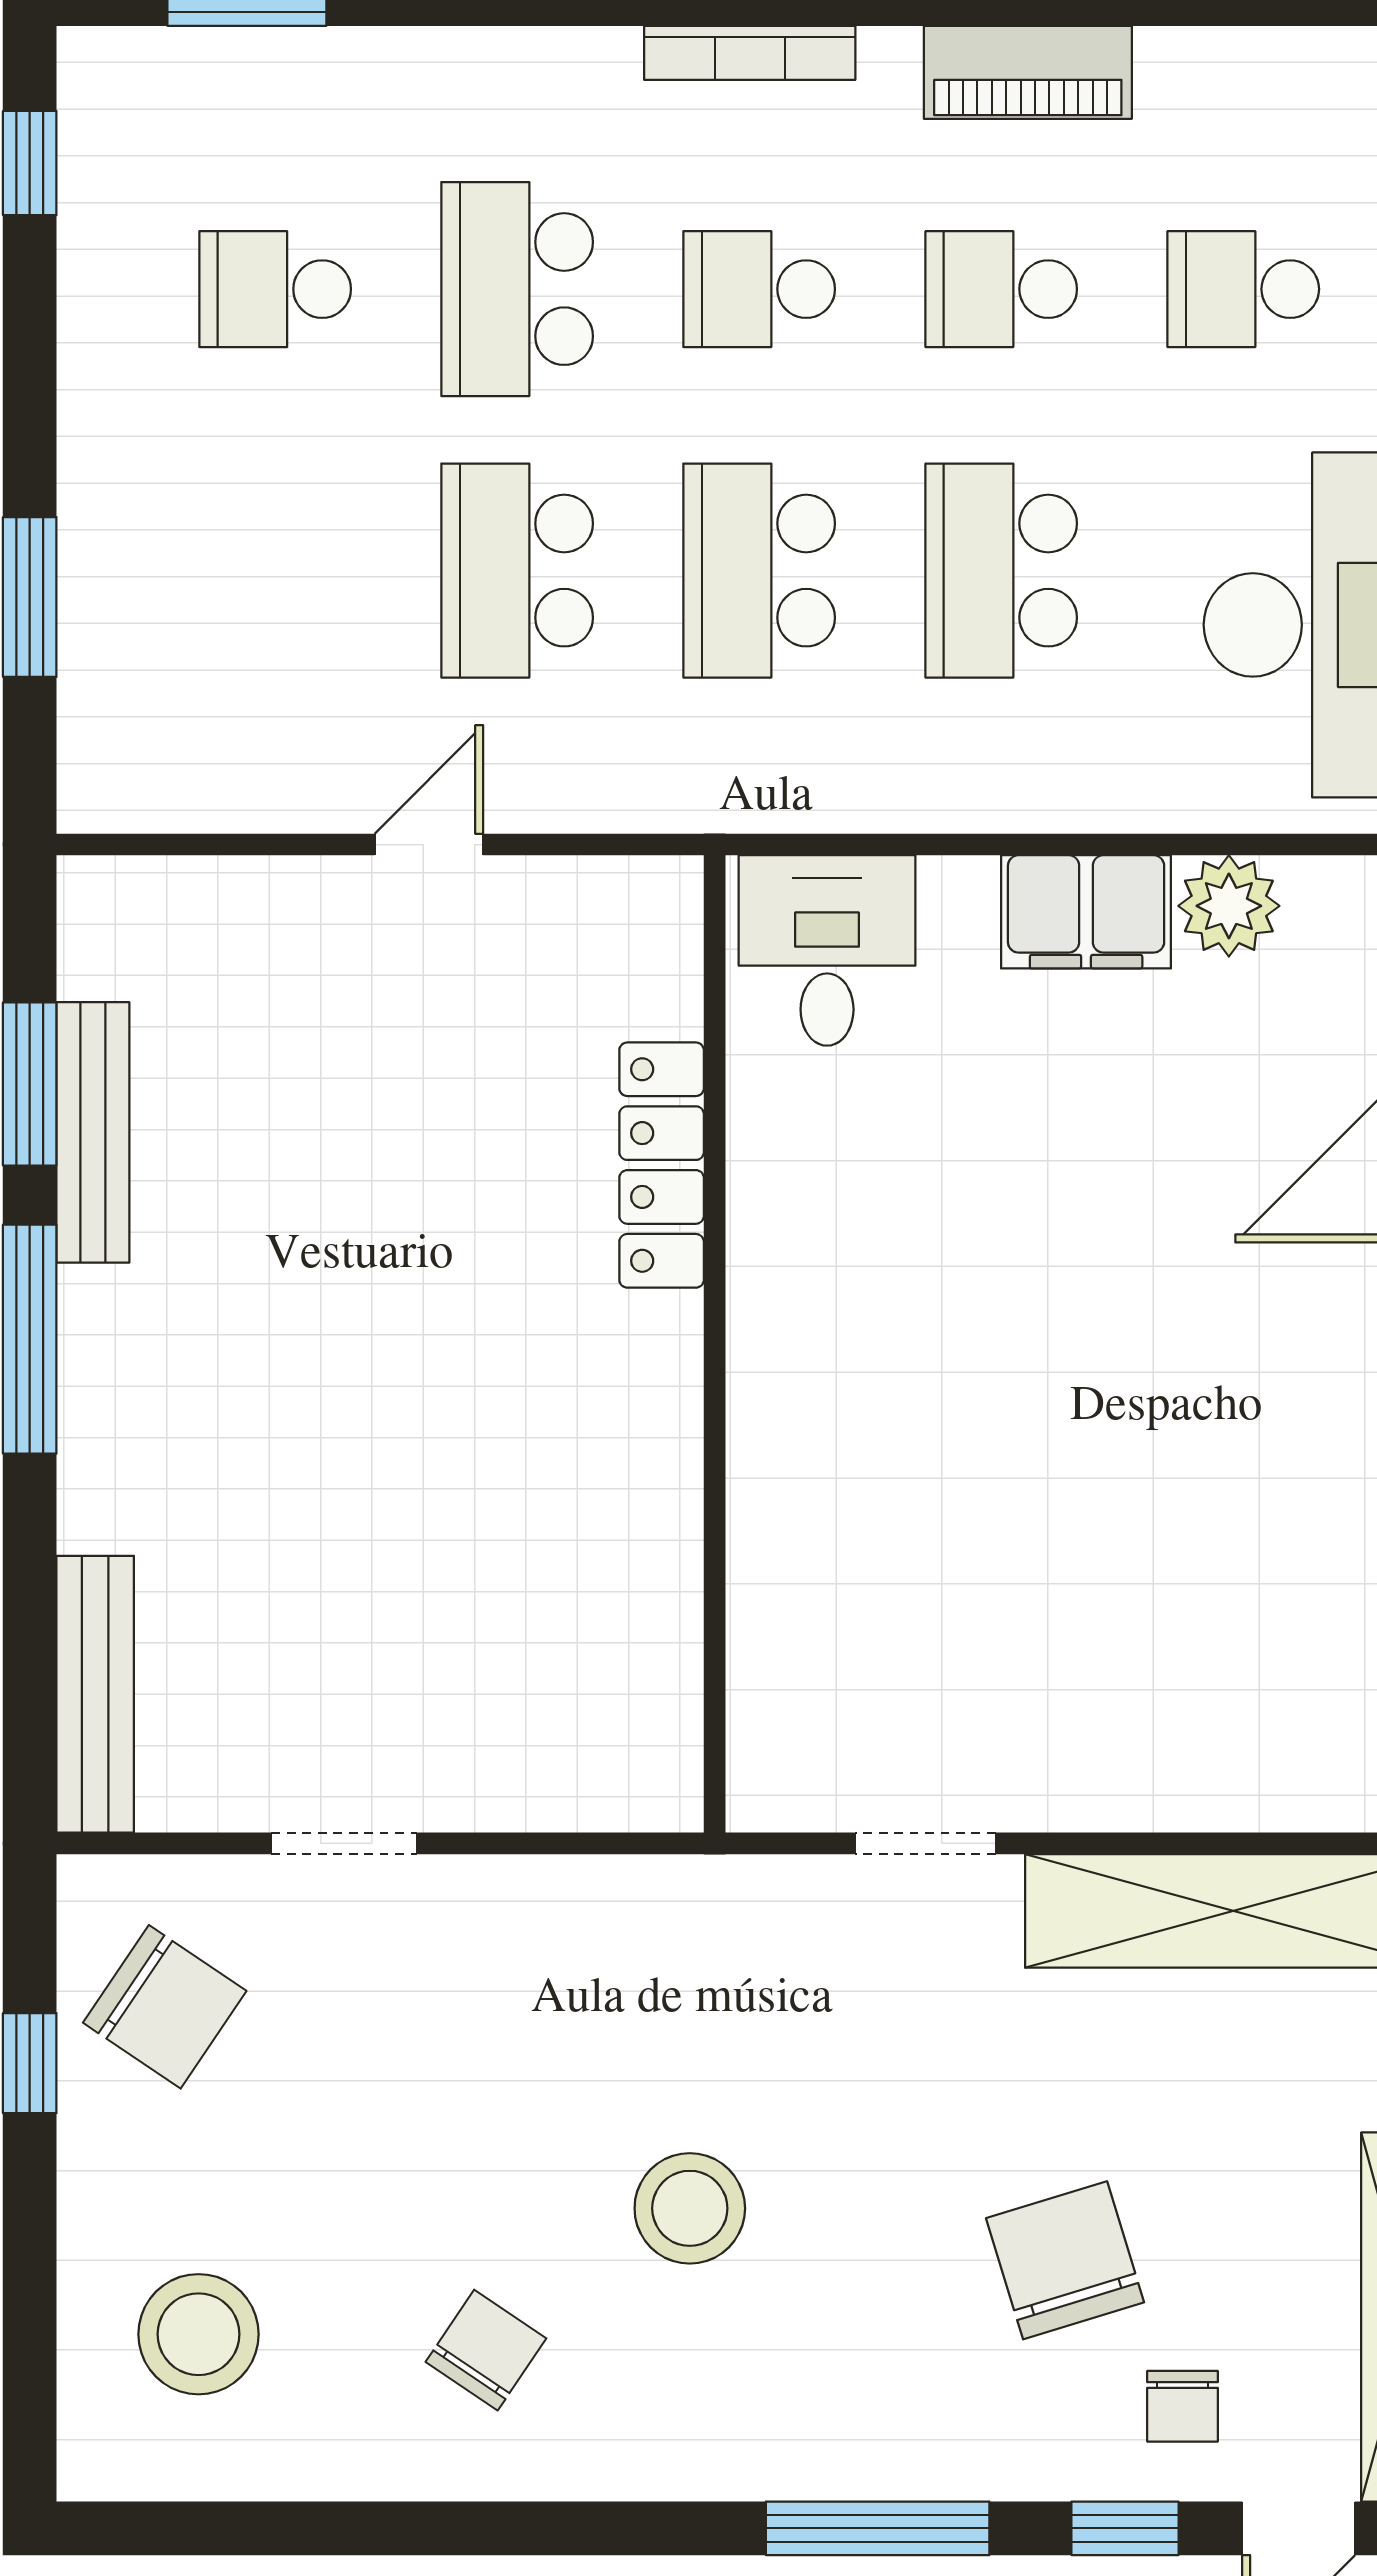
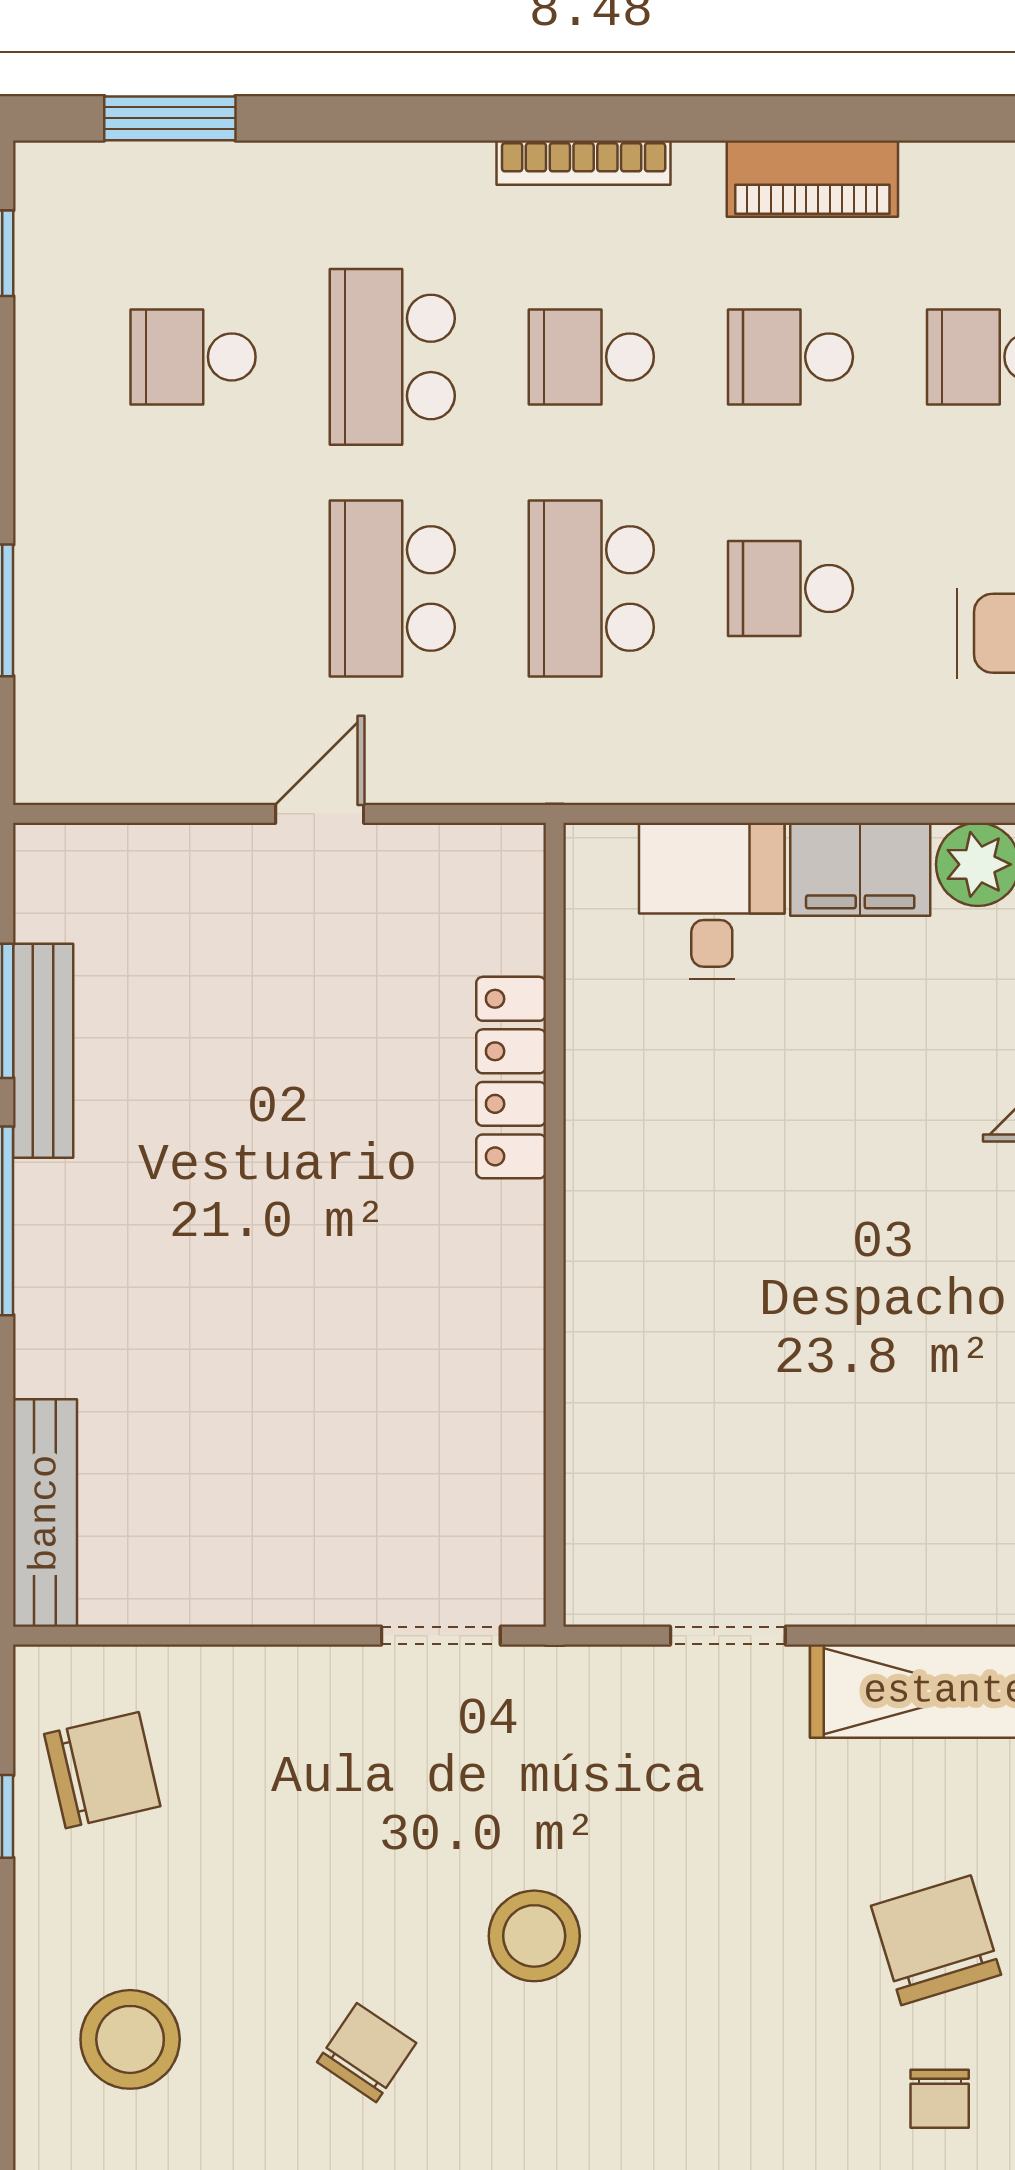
school desk: (1001, 571) -> (790, 589), width x0.54
desk: (827, 950) -> (712, 901), moved
doorway: (344, 1843) -> (441, 1636), moved
chair: (165, 2007) -> (102, 1770), turned -47
chair: (1065, 2260) -> (936, 1940), moved

